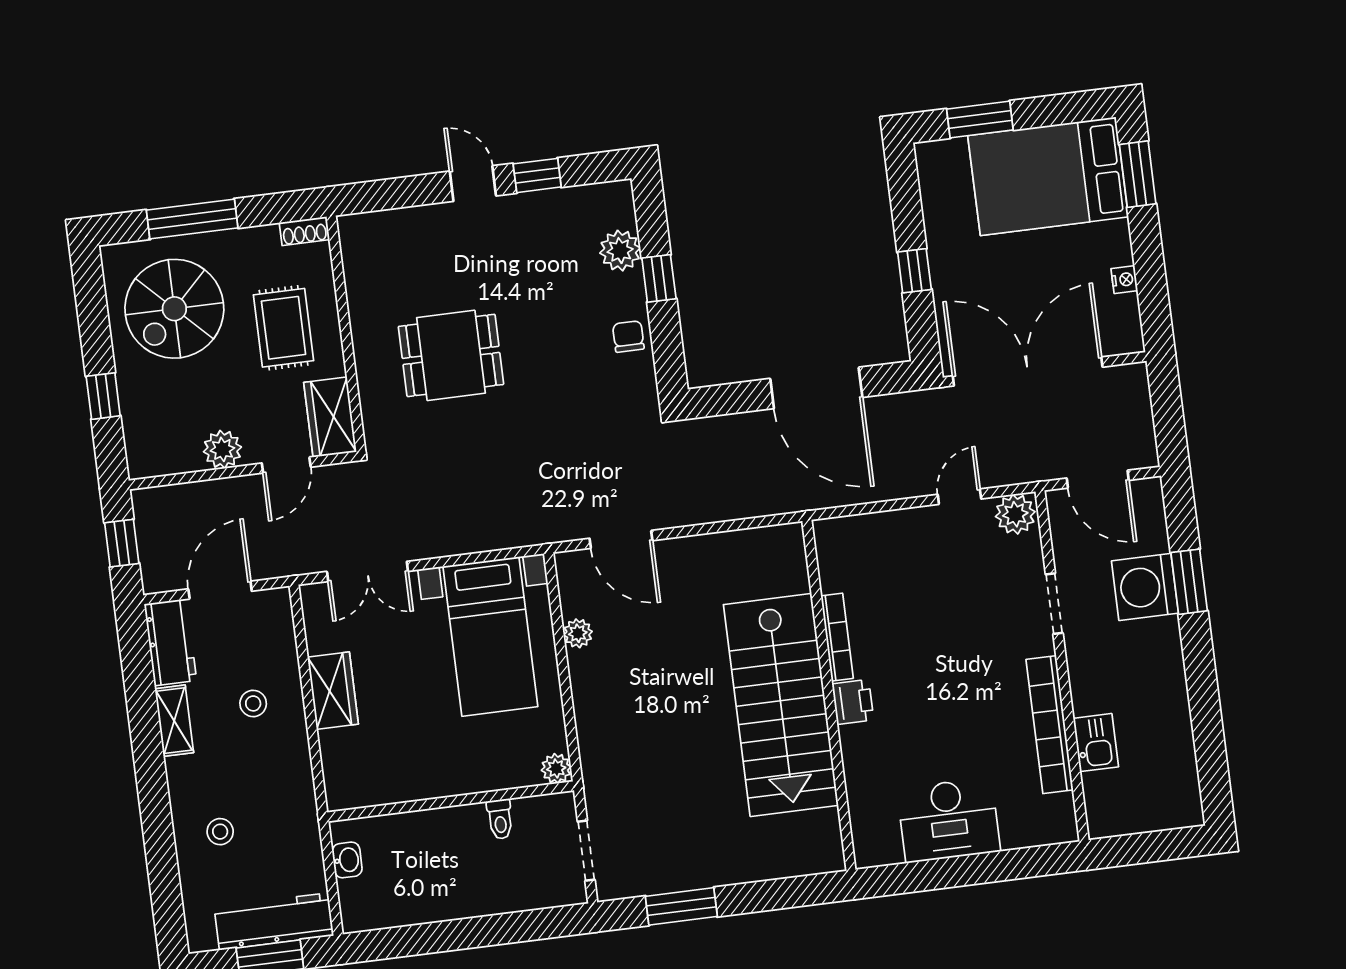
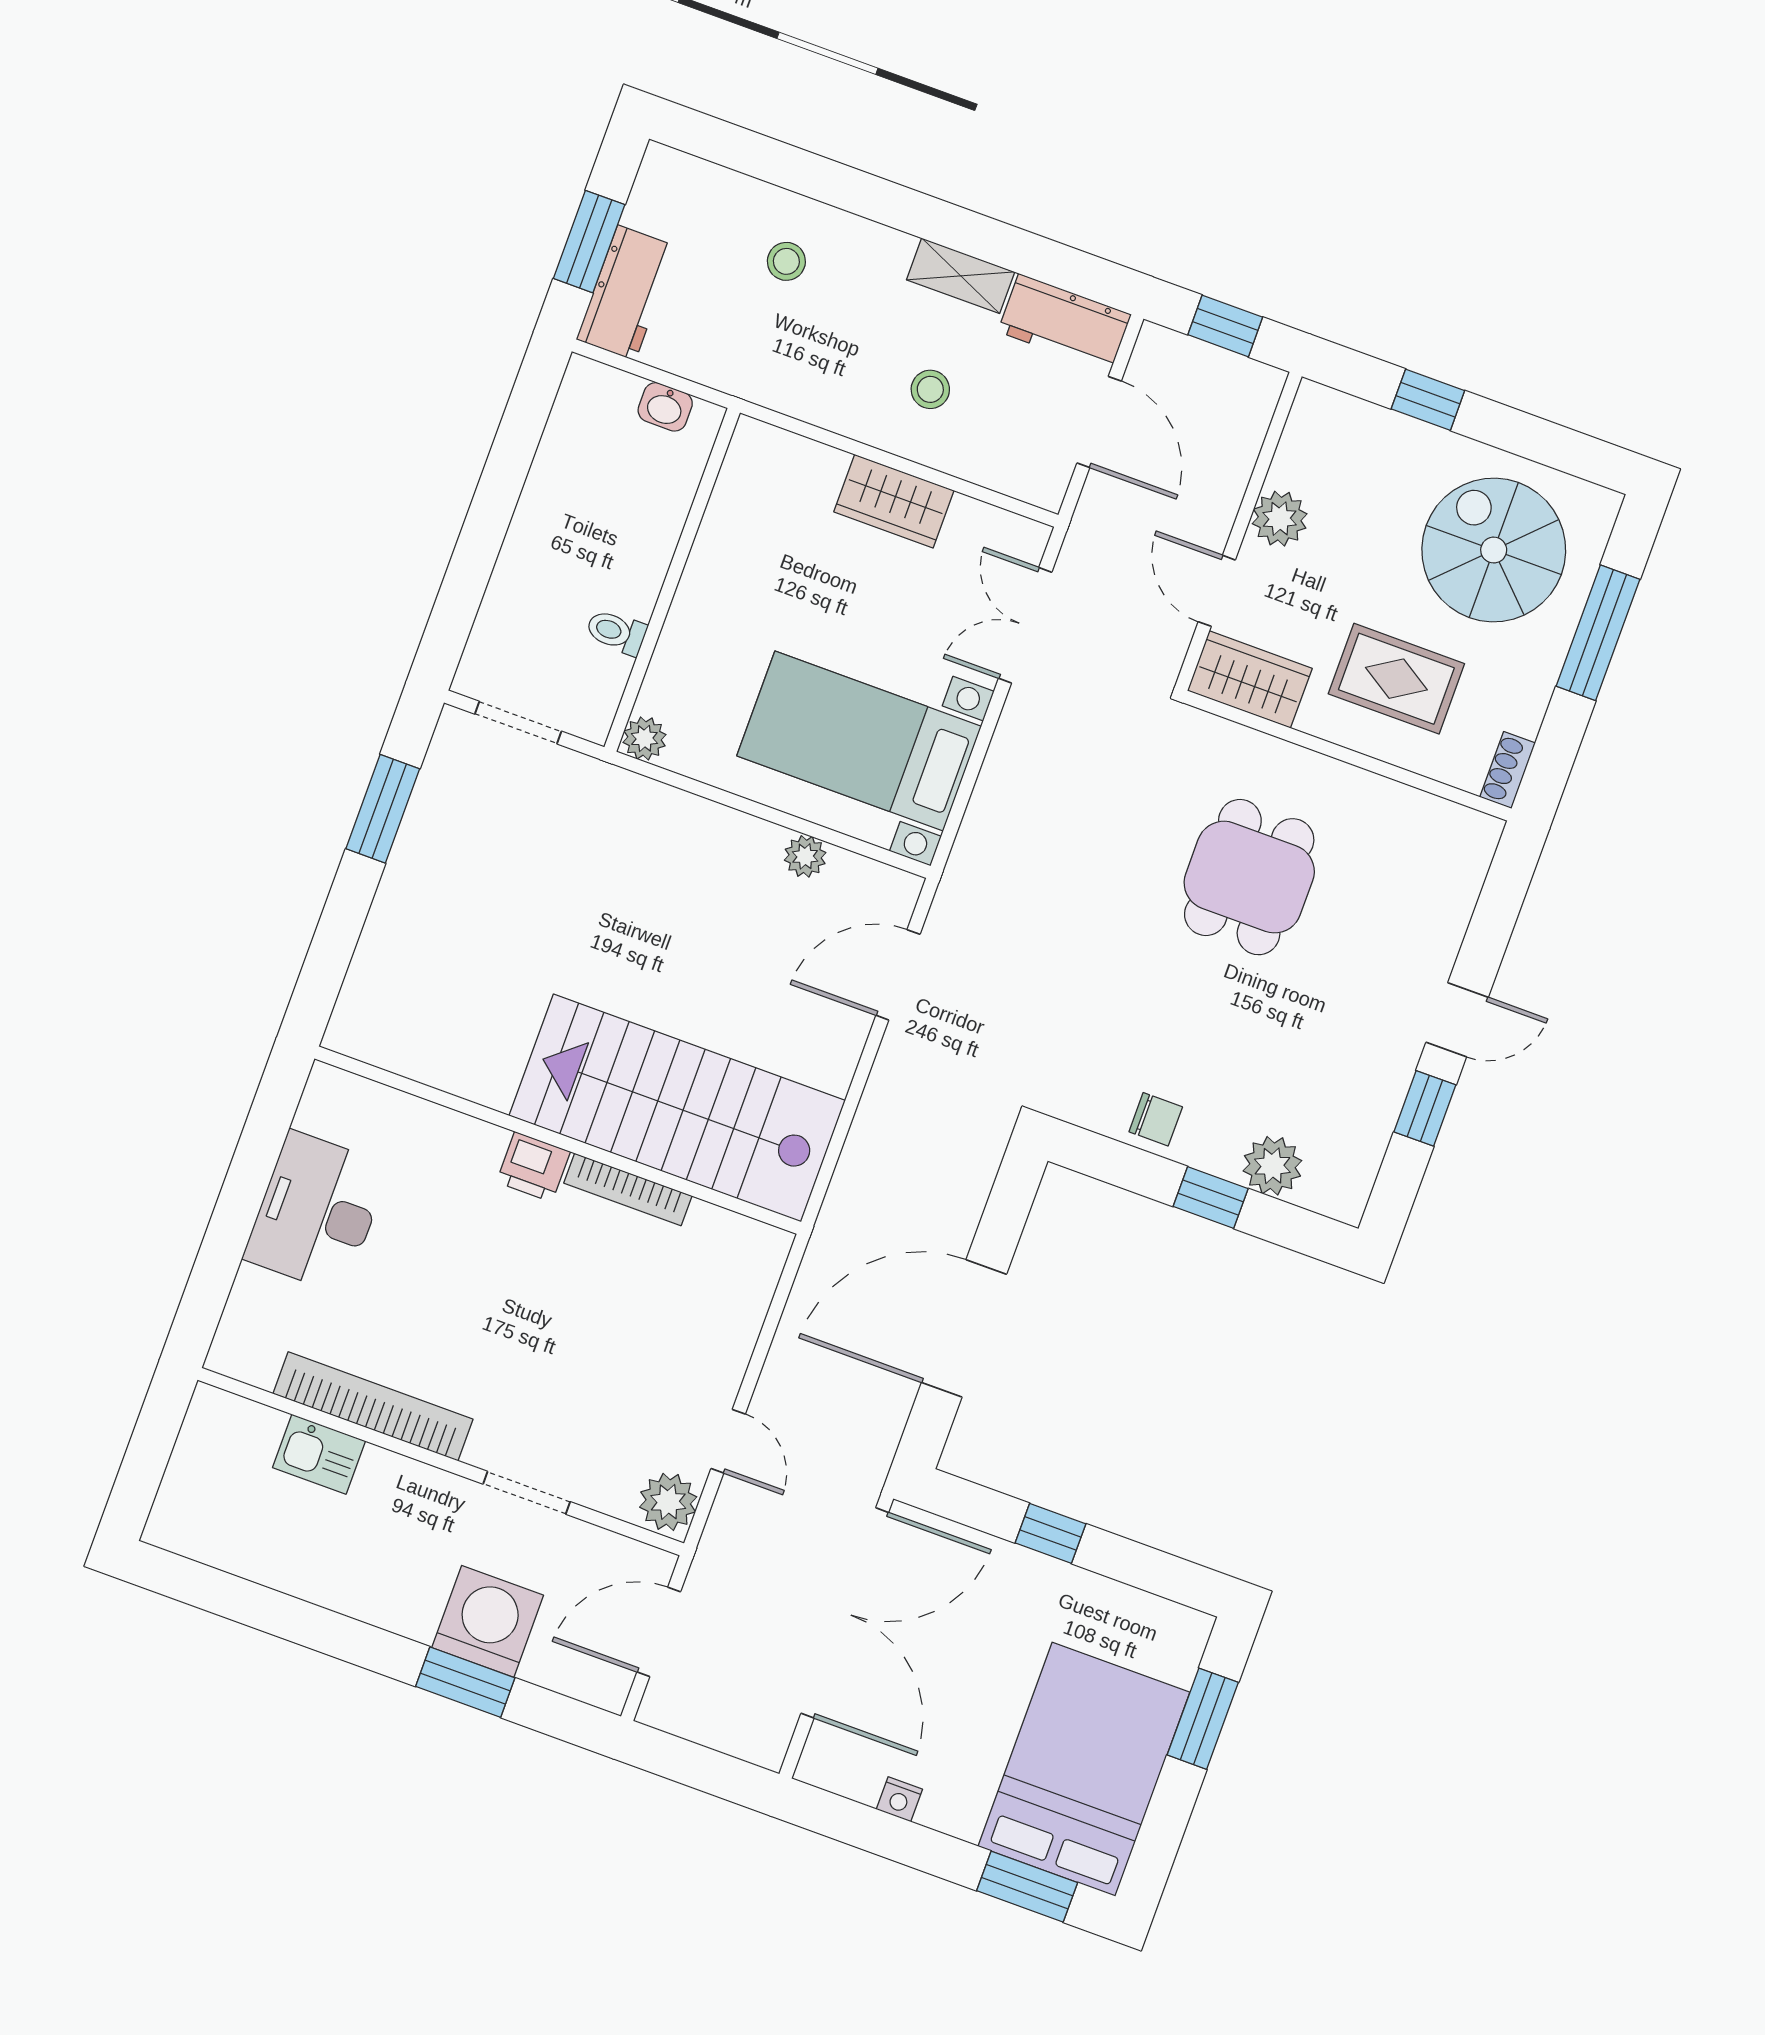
stairs: (781, 705) -> (677, 1108), moved
workbench: (274, 921) -> (626, 293), width x0.73

